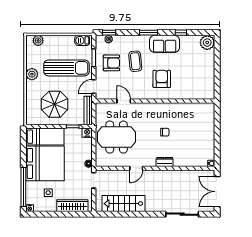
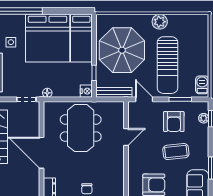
plant: (38, 41) -> (202, 29), removed
parasol: (55, 104) -> (122, 50), width x1.36, depth x1.36
door: (136, 168) -> (41, 153), width x1.87

